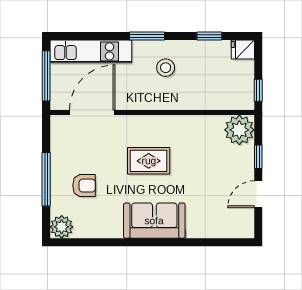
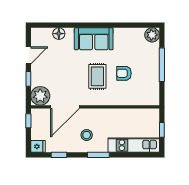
window: (46, 76) -> (162, 130), width x0.46
door: (92, 113) -> (65, 107), moved
rug: (149, 161) -> (97, 76), turned 90
armchair: (84, 186) -> (124, 73), moved
floor lamp: (210, 229) -> (59, 34), added

